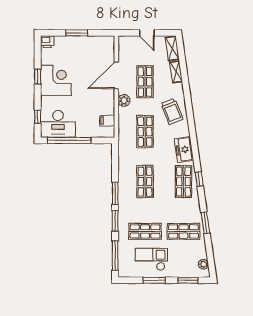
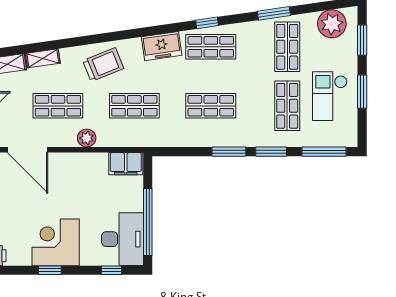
door: (116, 75) -> (28, 150), moved
filing cabinet: (107, 121) -> (126, 164), width x2.00
plant: (203, 264) -> (332, 24), width x1.87, depth x1.87

